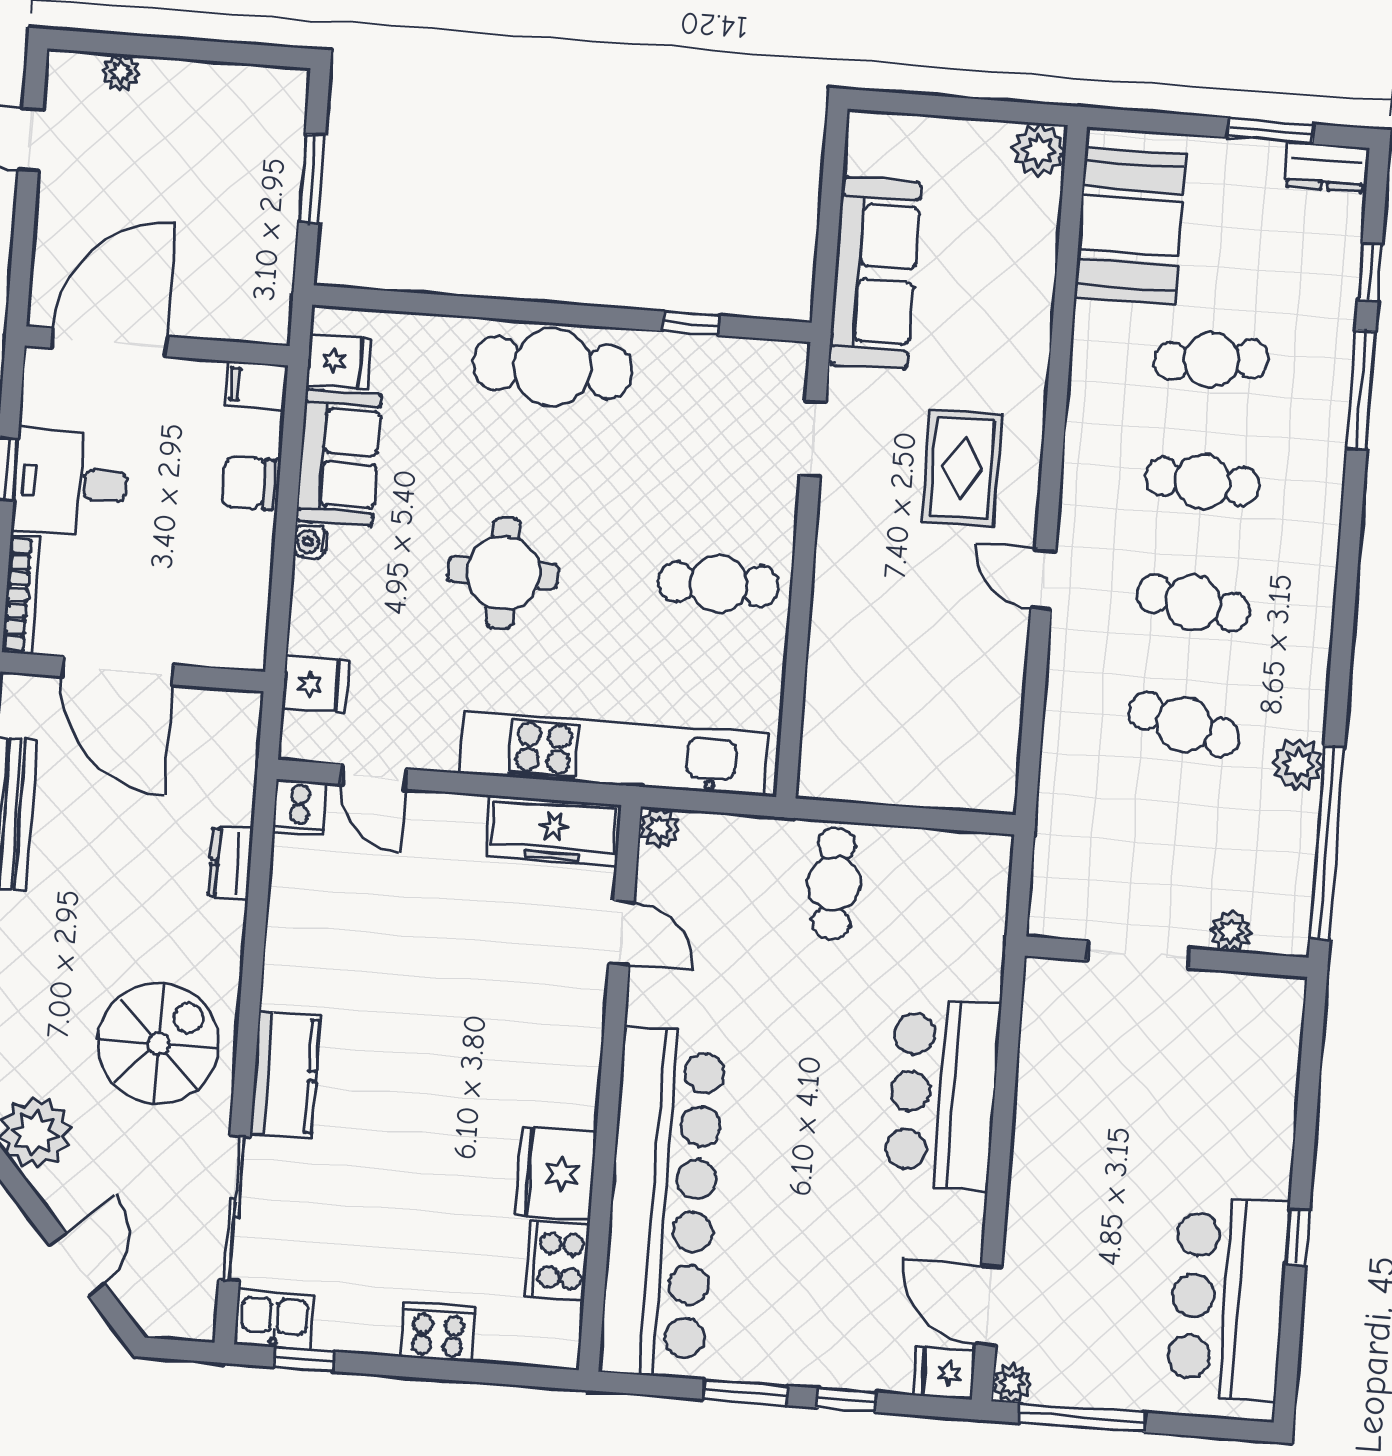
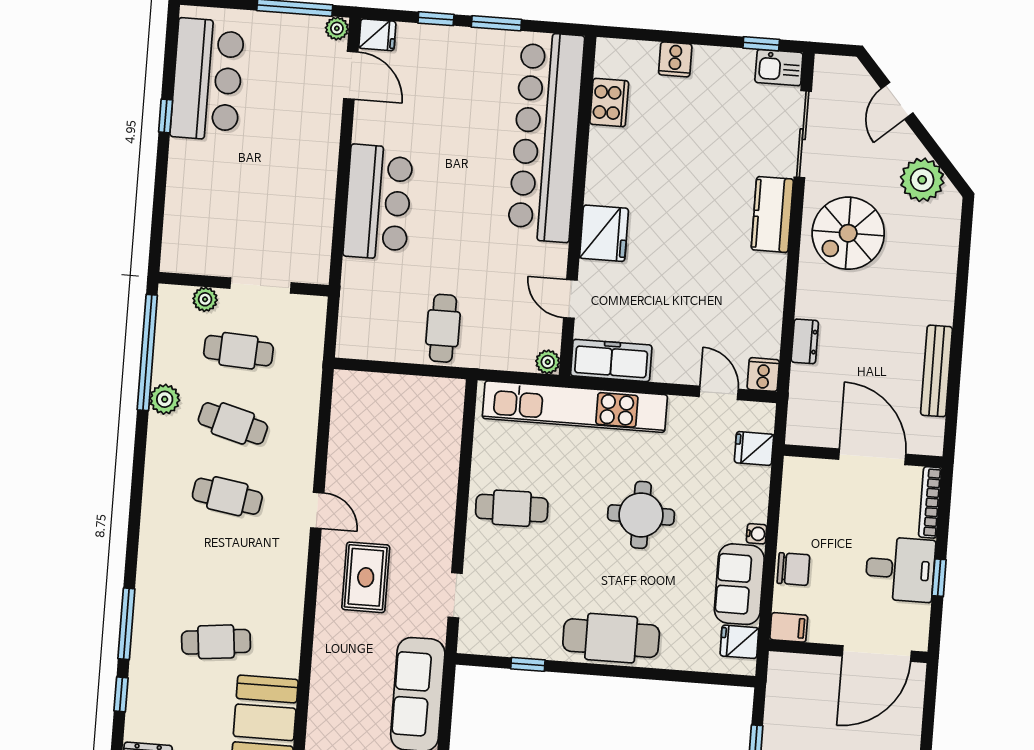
cafe table: (1202, 481) -> (238, 351), moved
fridge: (556, 1173) -> (604, 233), moved
cooker: (438, 1332) -> (675, 59), width x0.73

